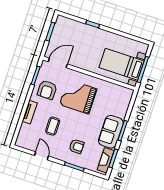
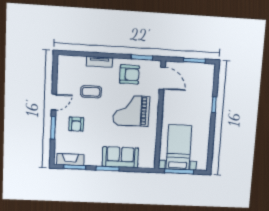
armchair: (47, 90) -> (129, 74), turned 180
grand piano: (78, 97) -> (131, 111), turned -90
sofa: (111, 132) -> (120, 157), moved
door: (42, 156) -> (54, 102), moved

